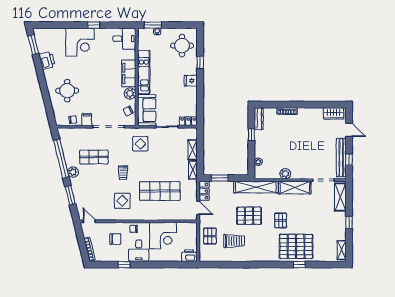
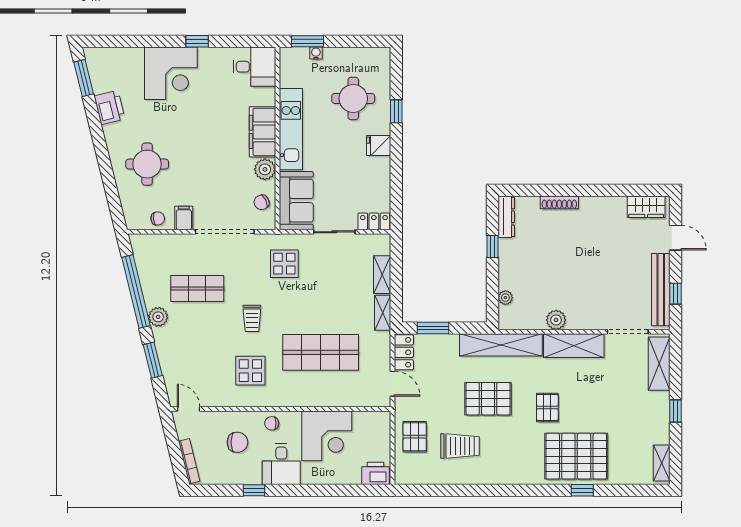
round table: (182, 46) -> (353, 98), moved

